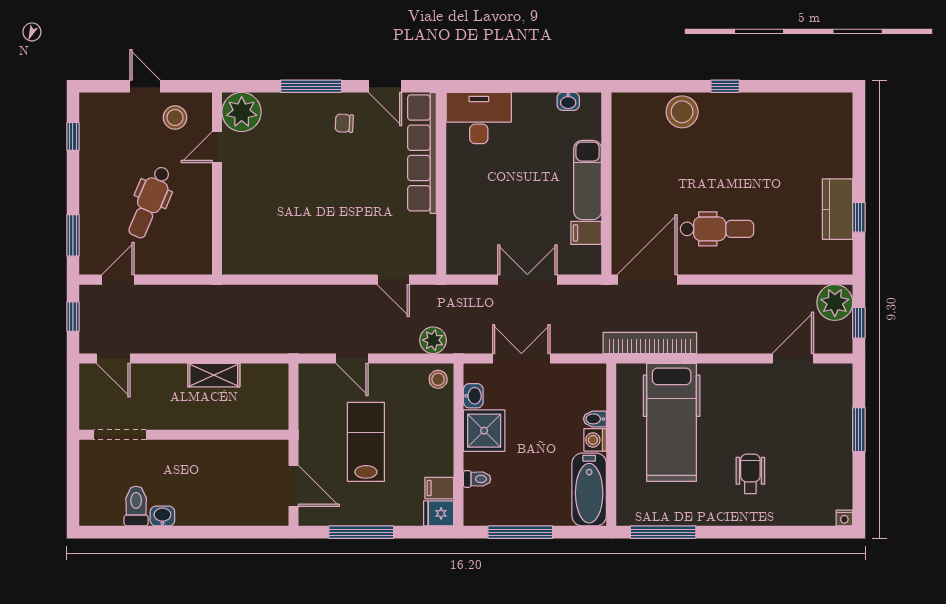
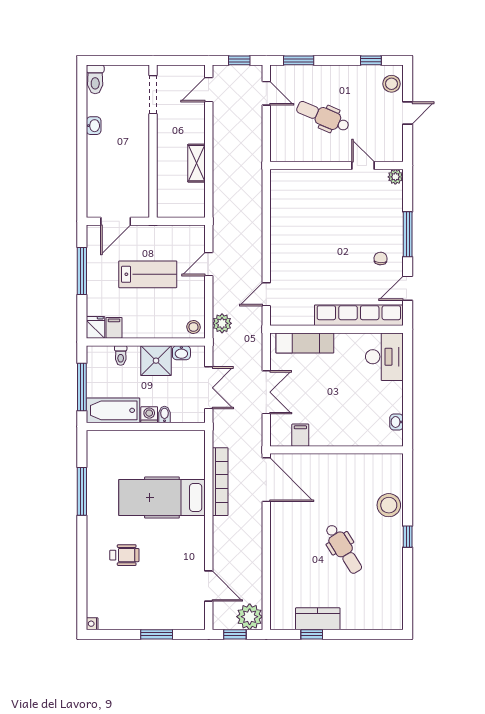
plant: (242, 112) -> (395, 177), width x0.53, depth x0.53
stool: (175, 118) -> (391, 84), moved
exam couch: (588, 180) -> (305, 343), moved, turned 180
dental chair: (717, 229) -> (343, 549), moved, turned -32
bidet: (595, 419) -> (164, 414), moved
washing machine: (595, 440) -> (149, 415), moved
wall: (611, 445) -> (146, 426), moved
bathtub: (589, 490) -> (113, 410), moved
toilet: (136, 506) -> (95, 79), moved, turned 90

